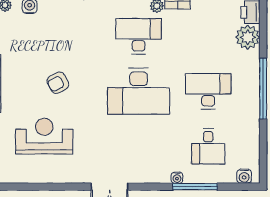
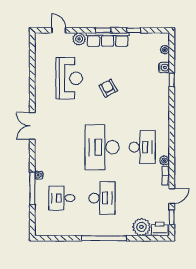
water cooler: (244, 176) -> (40, 224), removed

